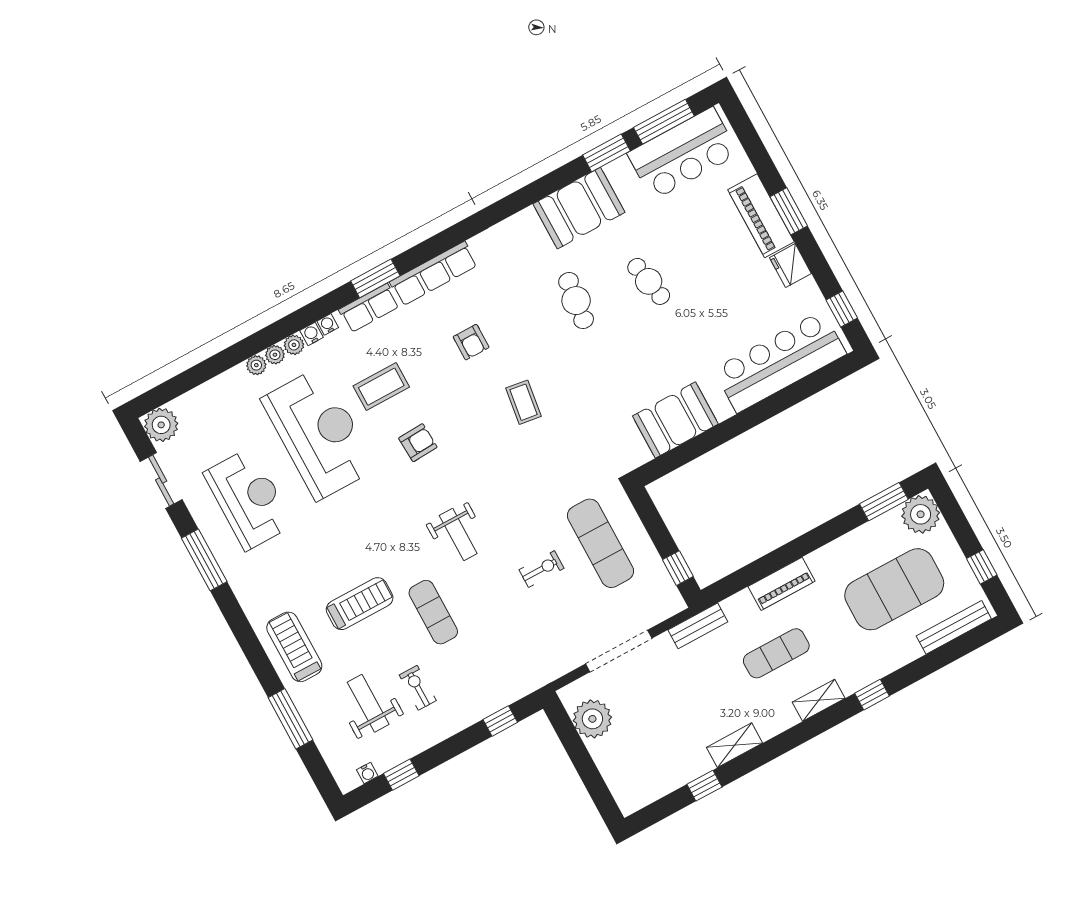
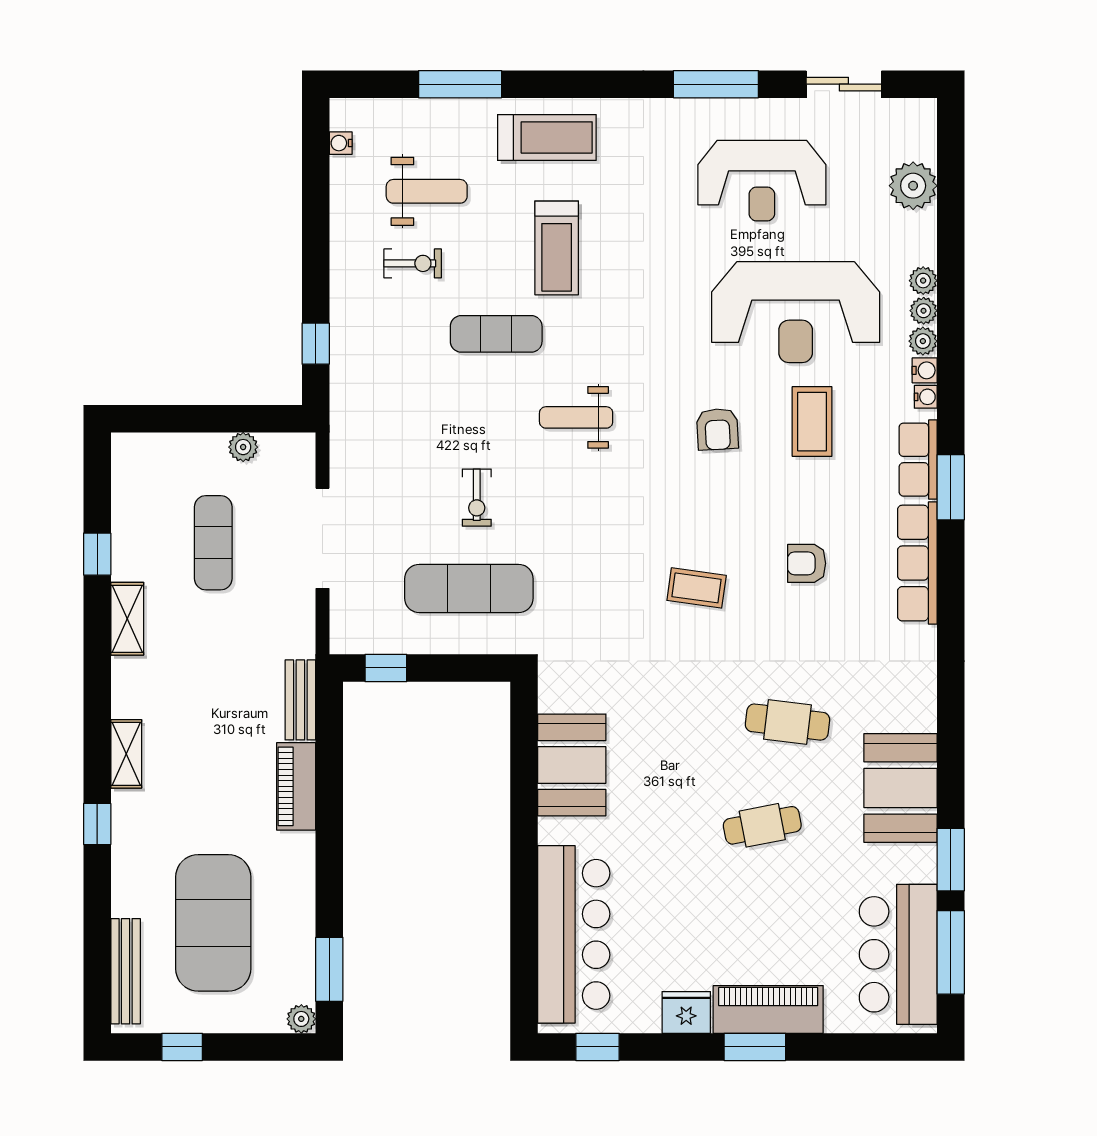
plant: (161, 425) -> (913, 186), moved
plant: (921, 514) -> (301, 1019), width x0.53, depth x0.53
bench: (698, 626) -> (300, 700), moved
exercise mat: (776, 653) -> (213, 543), moved
plant: (592, 719) -> (243, 447), width x0.53, depth x0.53
window: (401, 775) -> (316, 184), removed

